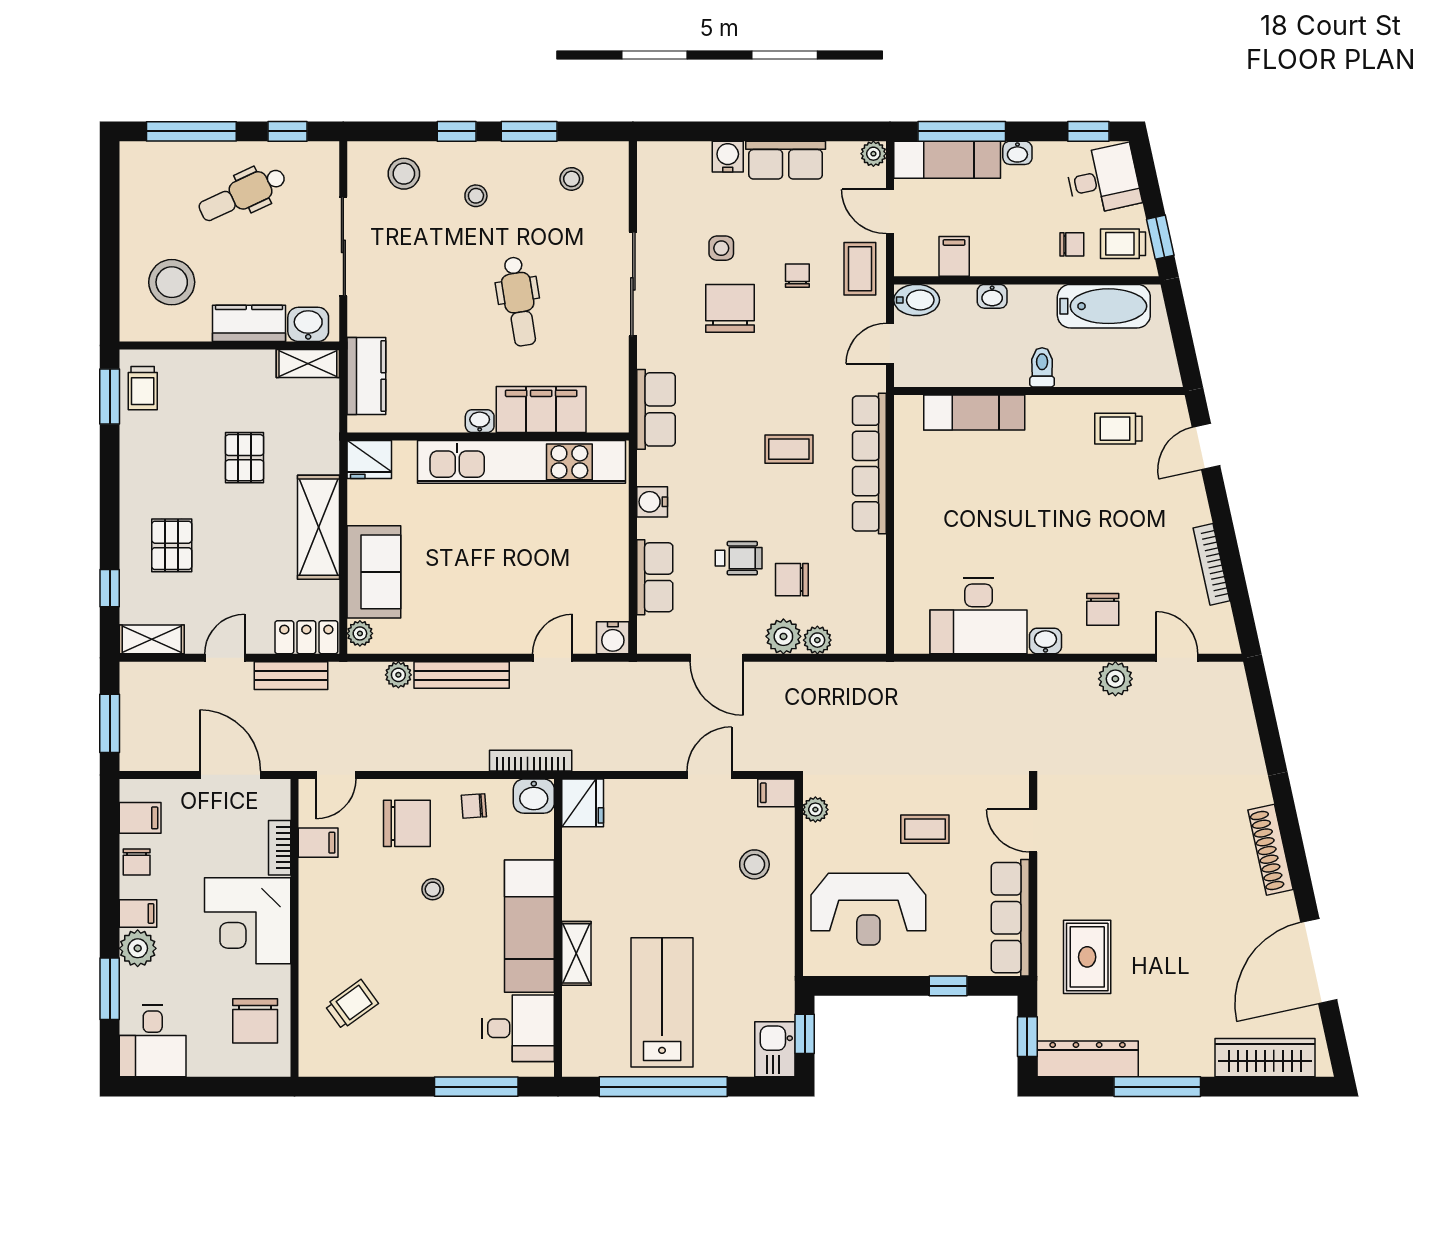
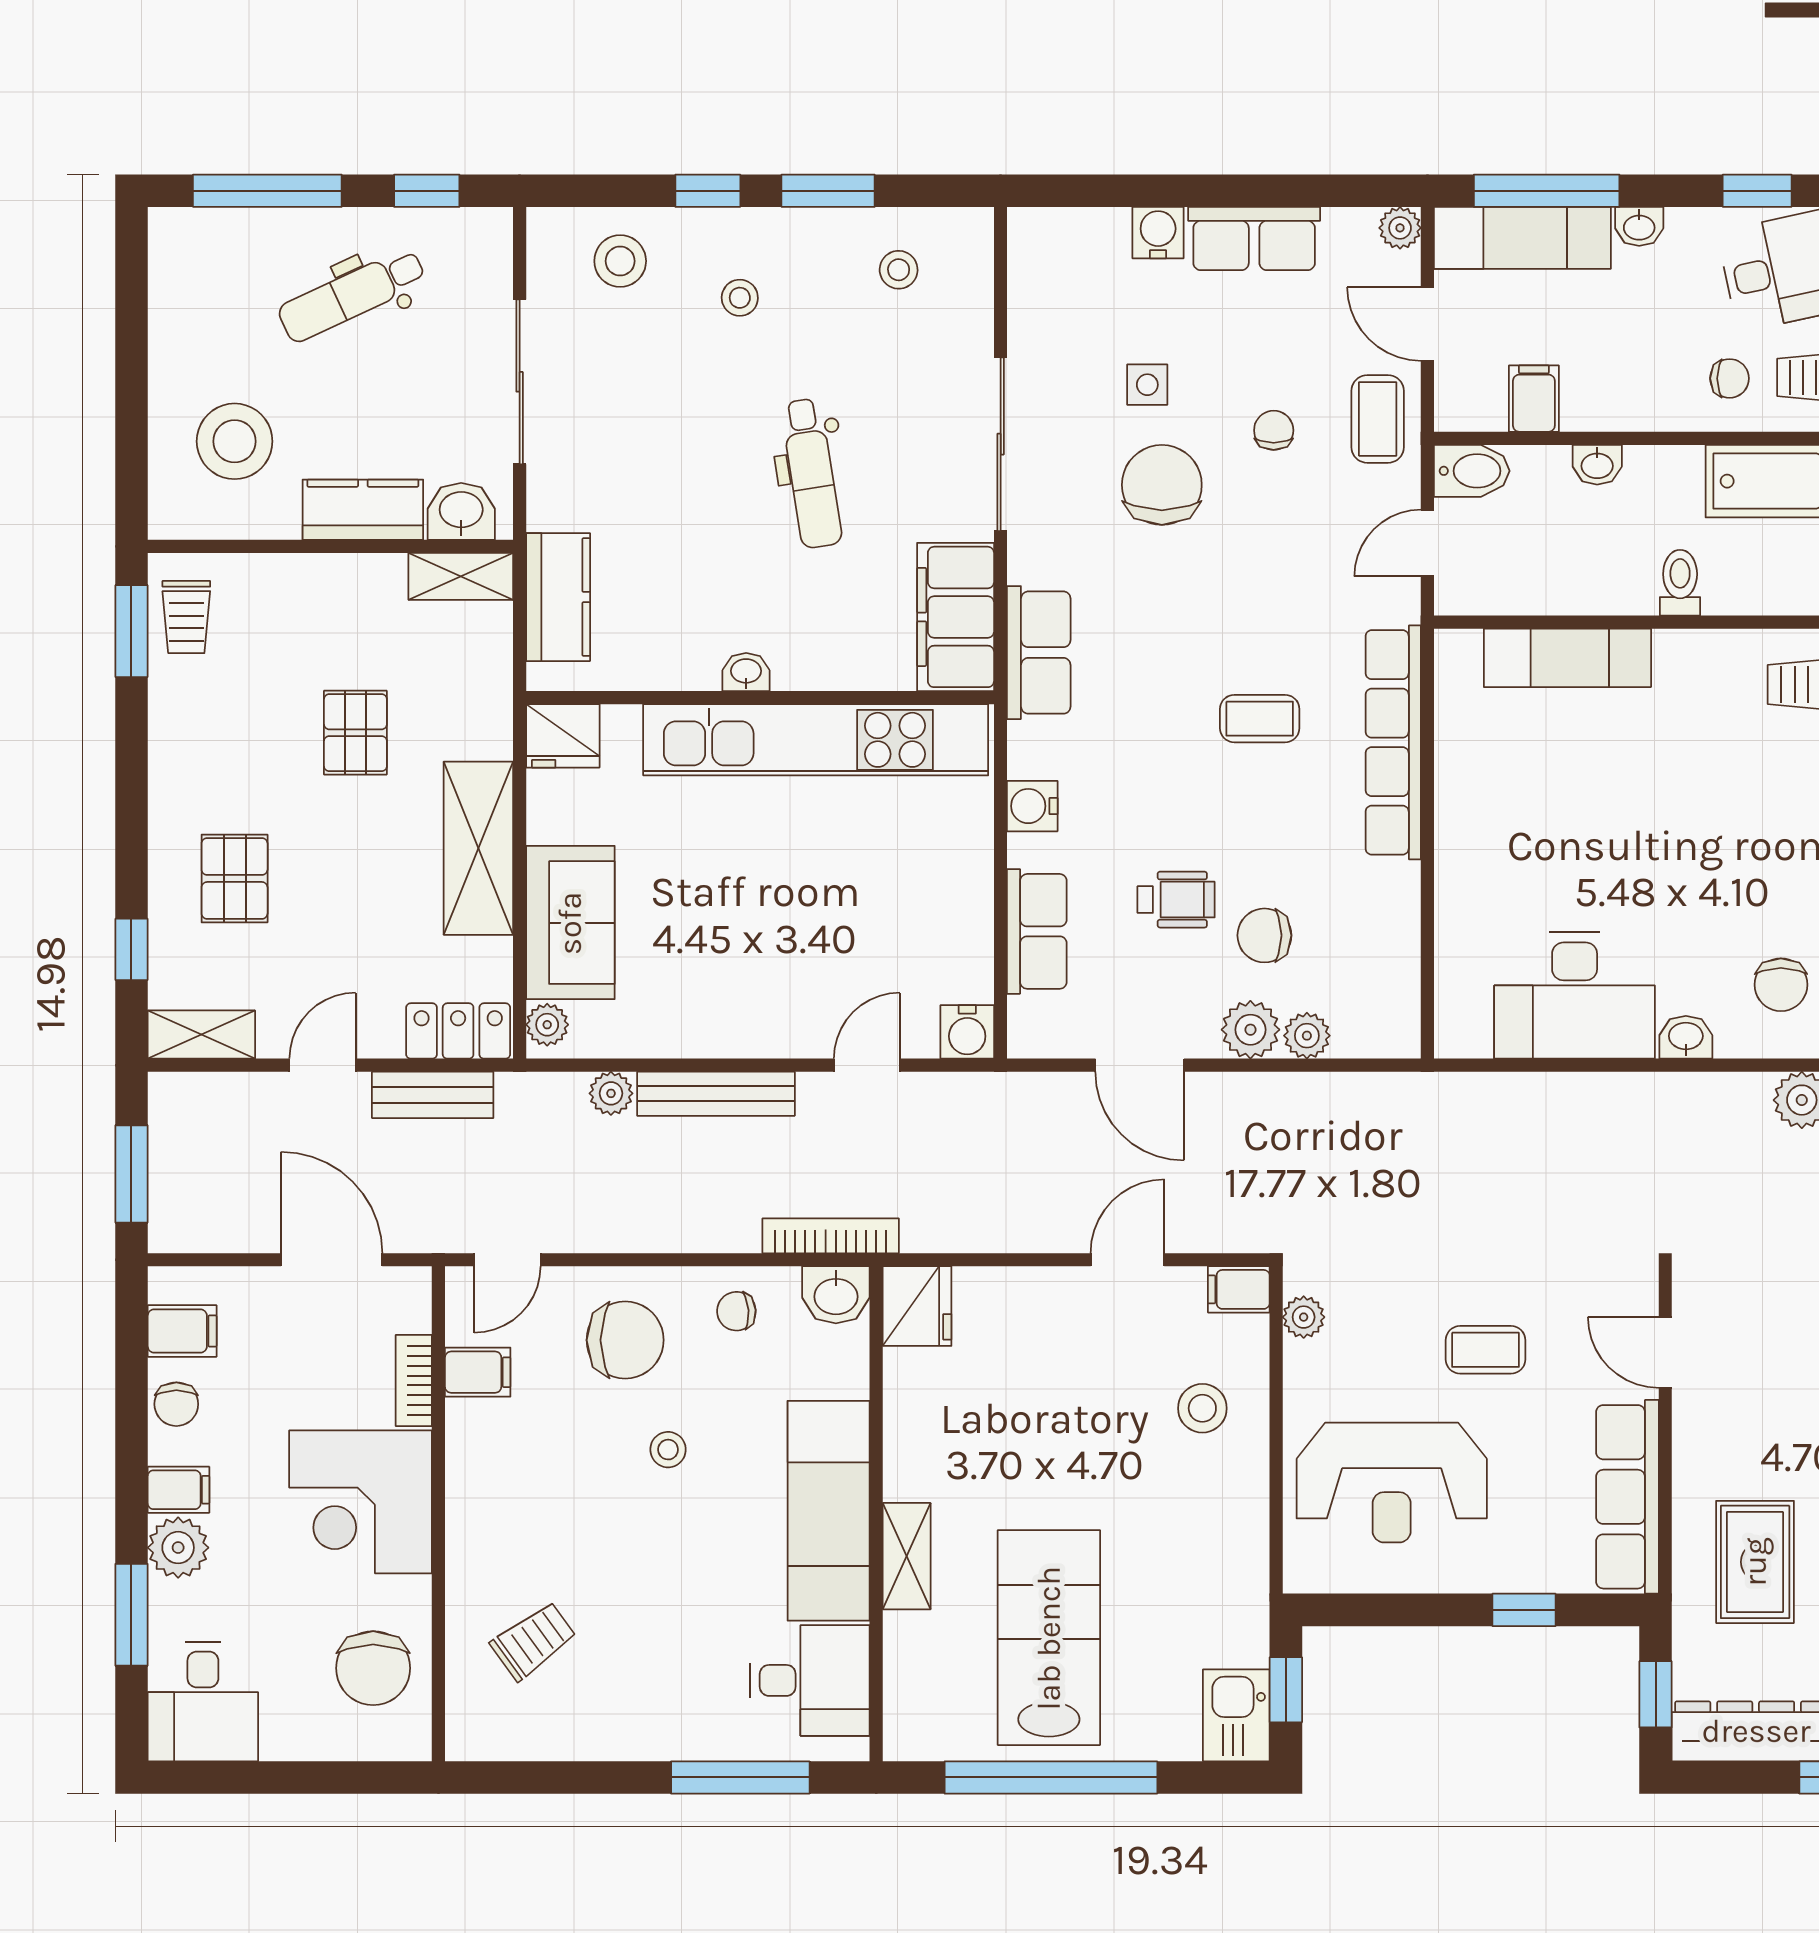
filing cabinet: (541, 409) -> (956, 617), moved, turned -90

